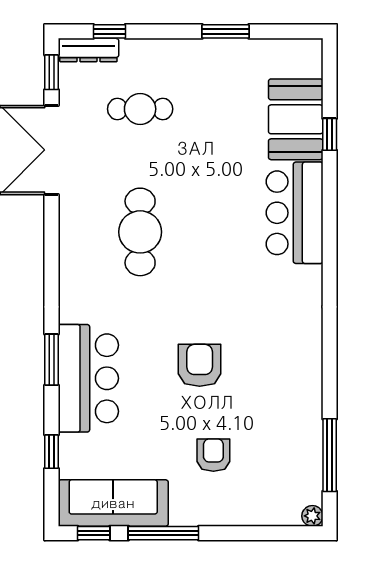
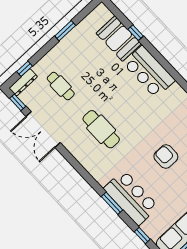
cafe table: (140, 109) -> (61, 86), turned 90

